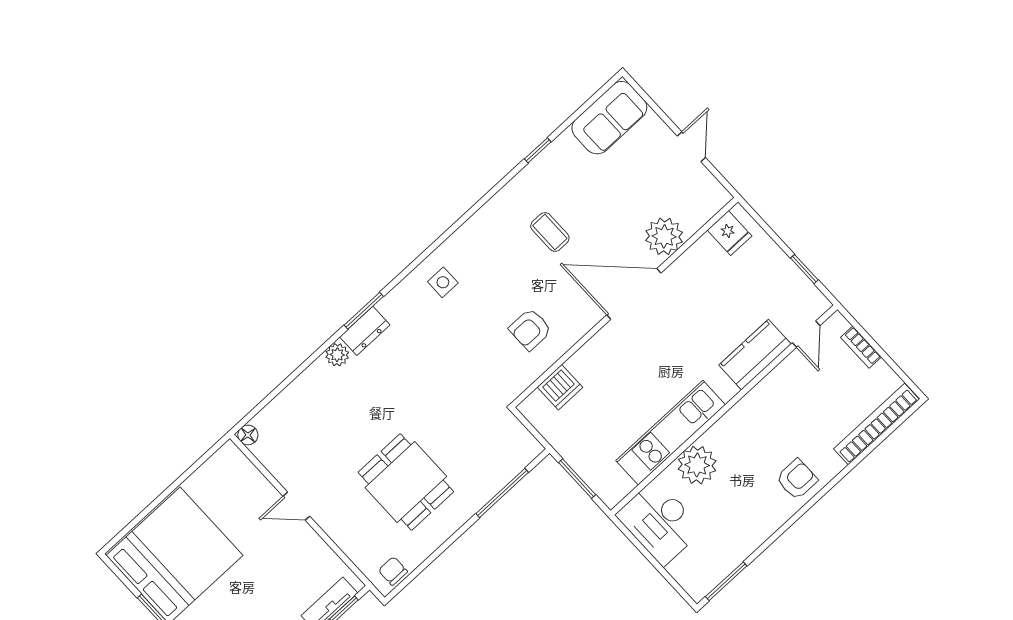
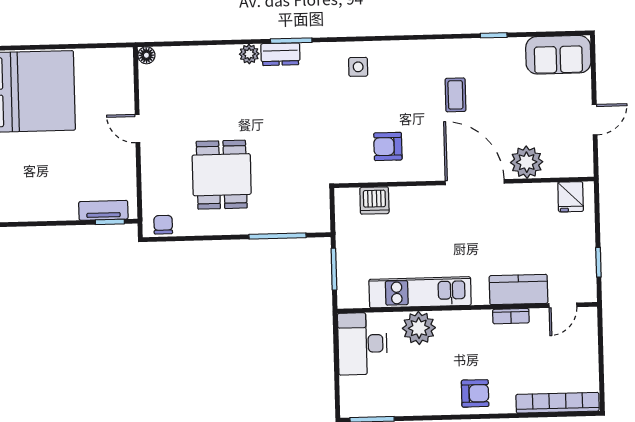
bookcase: (861, 347) -> (511, 316), moved, turned -90

